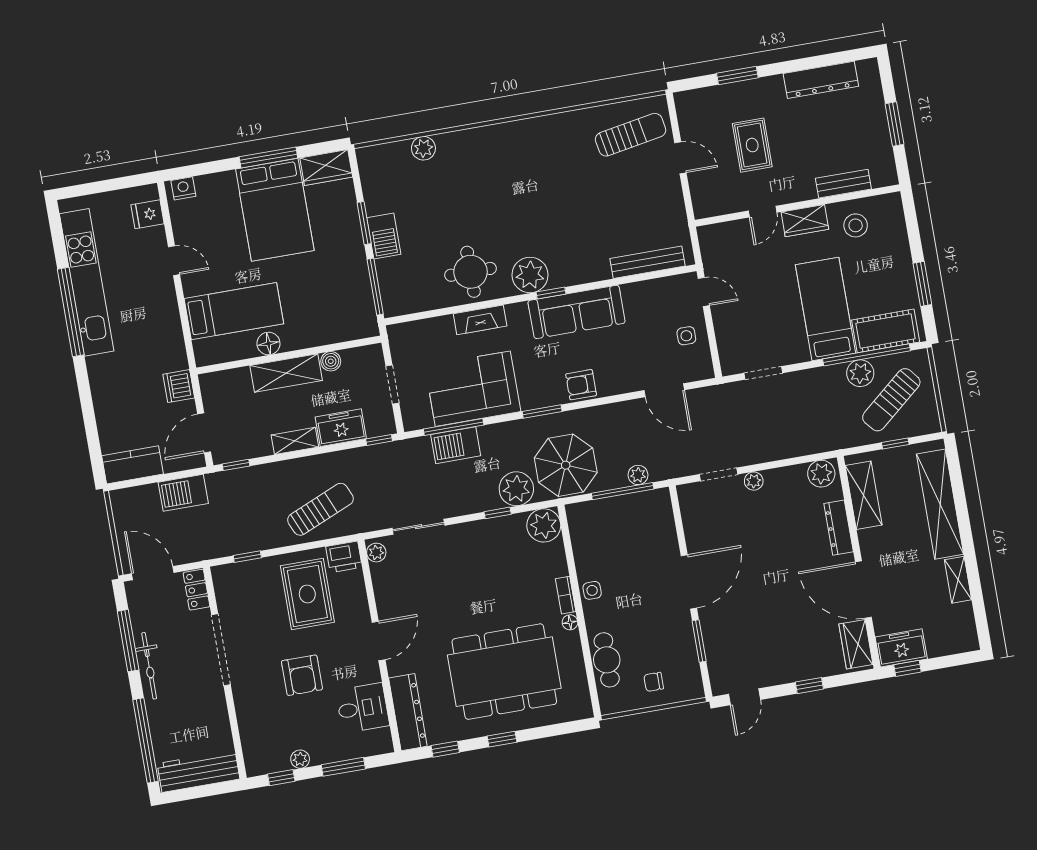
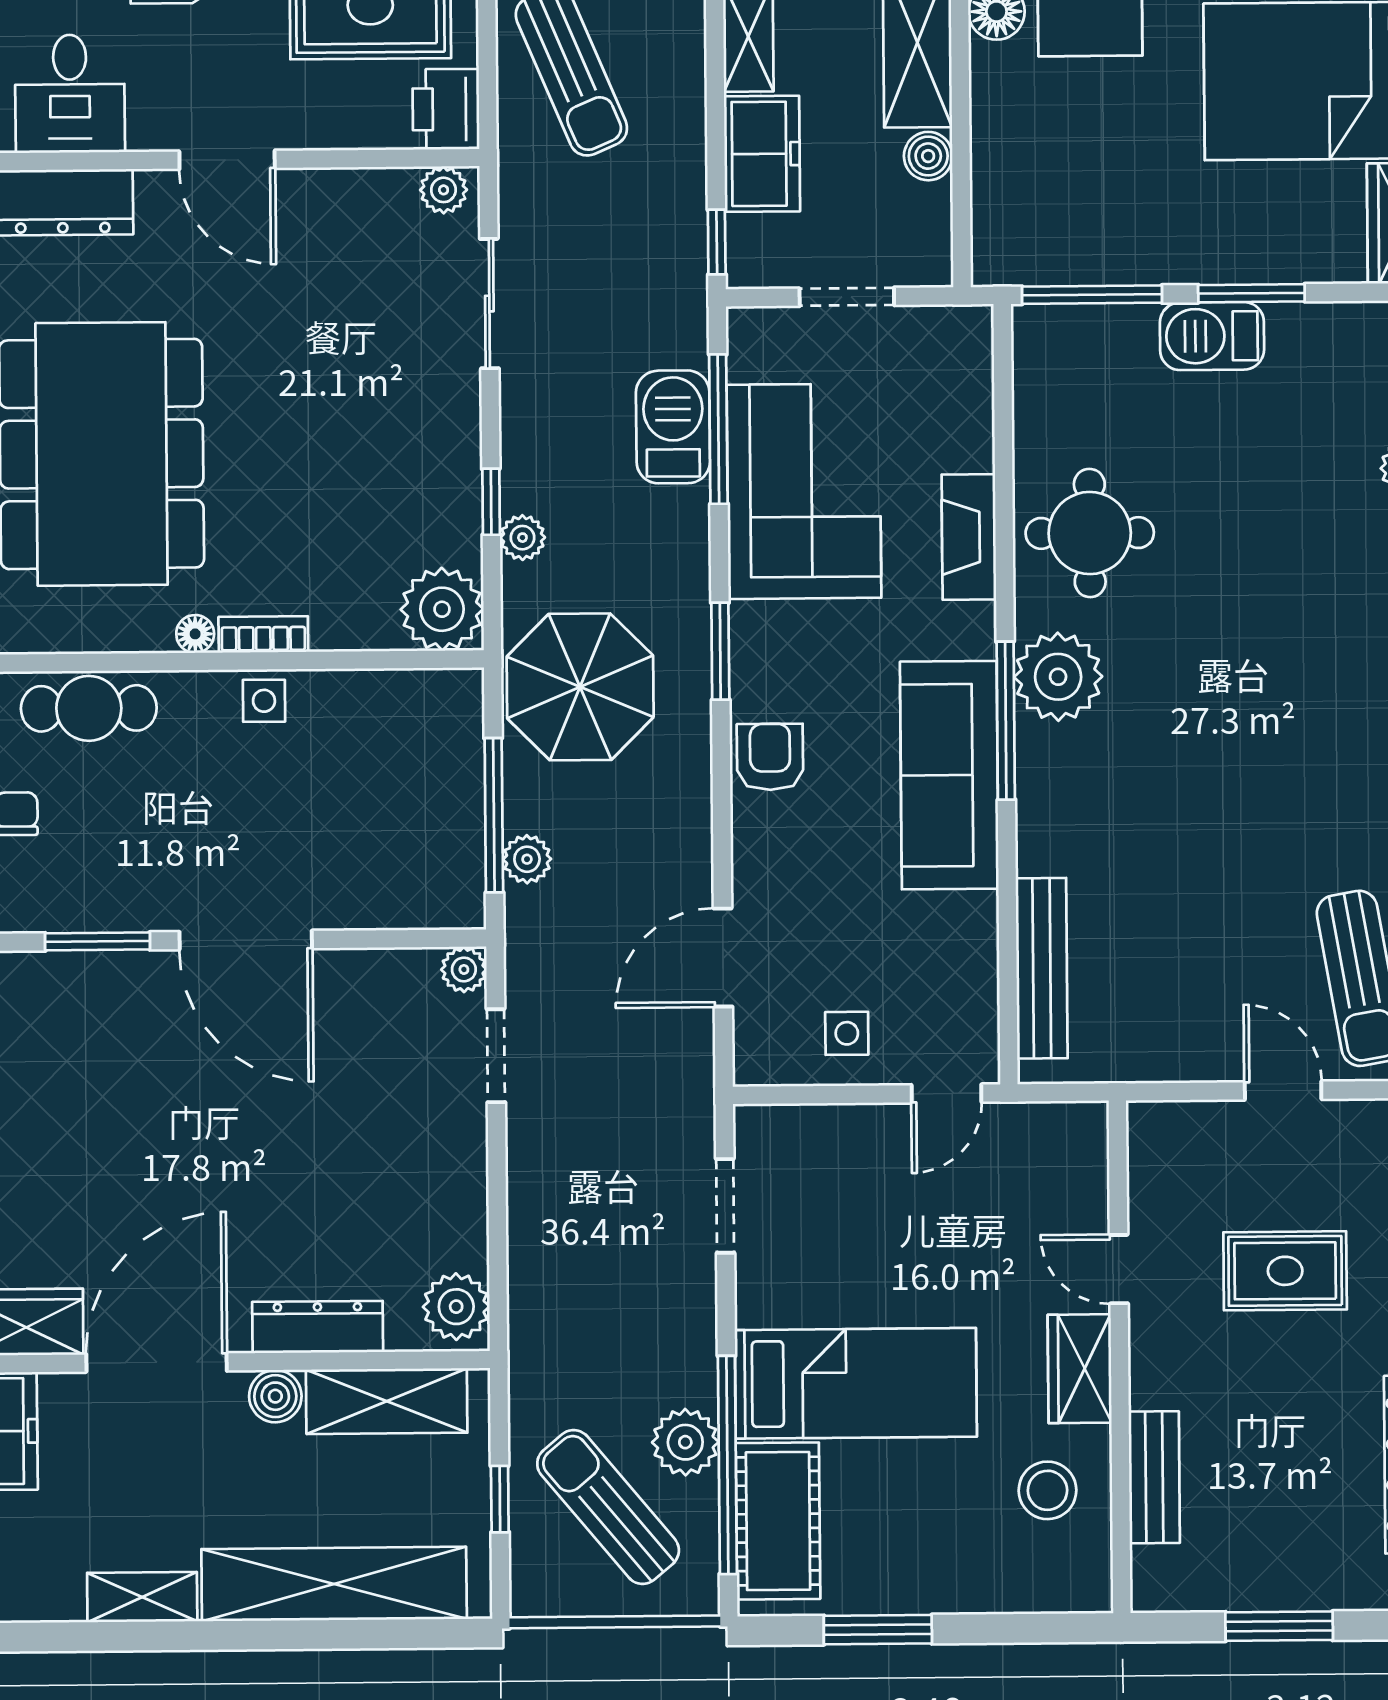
door: (680, 158) -> (1283, 1091), swing flipped
window: (551, 293) -> (1006, 721), width x2.17
plant: (754, 481) -> (464, 969), moved
plant: (516, 489) -> (522, 538), width x0.53, depth x0.53
boiler: (869, 540) -> (275, 1396), added

